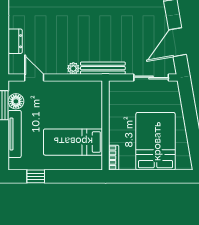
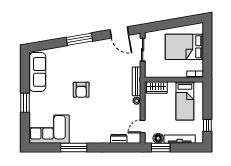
wardrobe: (93, 99) -> (157, 88), added

